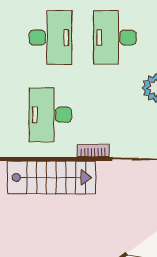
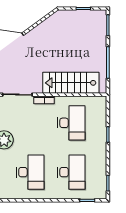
desk: (50, 38) -> (71, 172), turned 180

